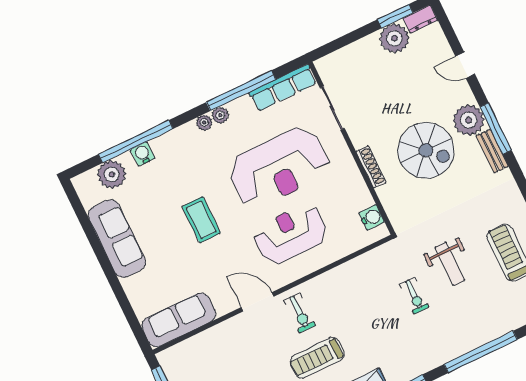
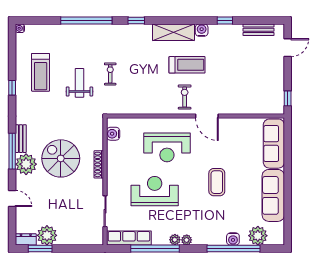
reception desk: (279, 167) -> (155, 191), width x0.74, depth x0.77
sofa: (179, 320) -> (274, 144), moved, turned 90

